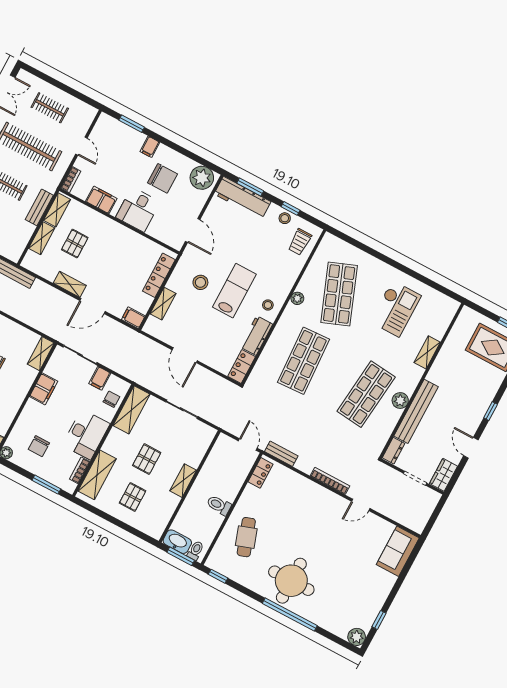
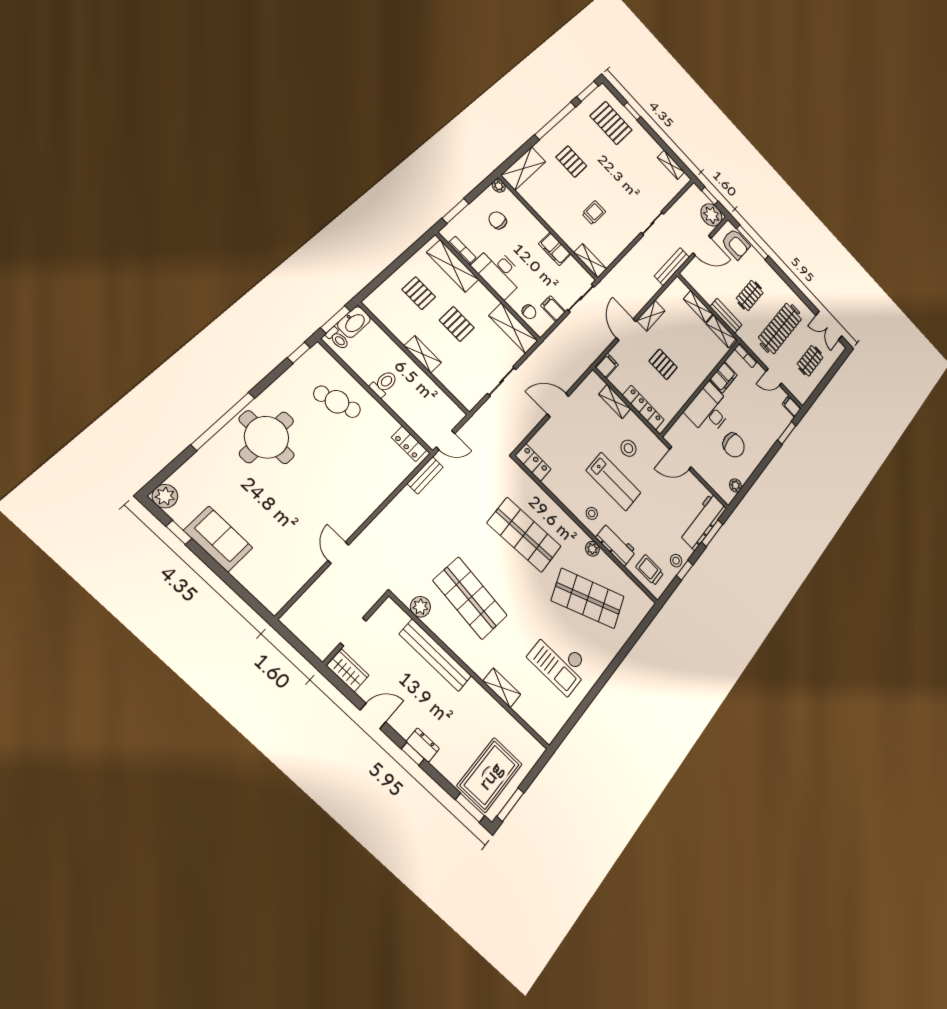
filing cabinet: (150, 147) -> (792, 406), moved
chair: (163, 178) -> (734, 445), turned -90
plant: (202, 178) -> (735, 485), width x0.53, depth x0.53
desk: (138, 210) -> (709, 410), width x1.37
pallet: (75, 244) -> (663, 364), moved
workbench: (256, 336) -> (616, 544), moved
plant: (400, 401) -> (420, 607), moved
dresser: (393, 451) -> (423, 745), moved, turned 180
bookcase: (330, 481) -> (378, 523), removed
sofa: (398, 551) -> (218, 539), moved

